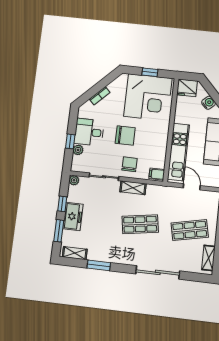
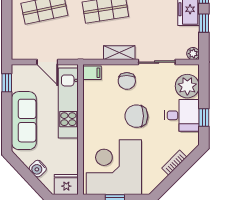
window: (70, 141) -> (204, 117), moved
plant: (78, 150) -> (187, 86), width x1.88, depth x1.88

